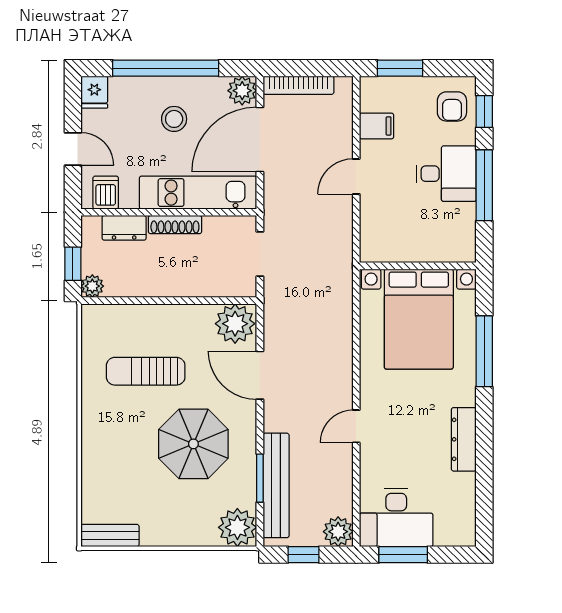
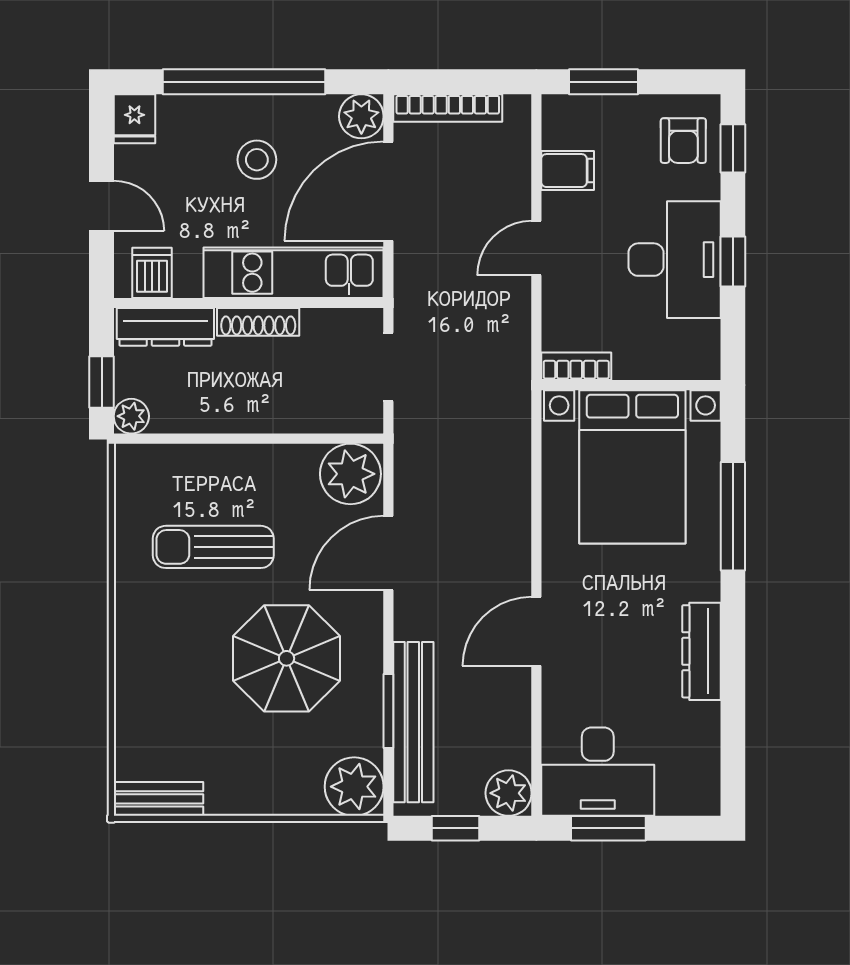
desk: (446, 174) -> (675, 260), width x1.37
window: (484, 185) -> (733, 262), width x0.46
dresser: (124, 228) -> (165, 327), width x1.44
bookcase: (382, 254) -> (576, 366), added
door: (260, 375) -> (388, 553), hinge flipped
door: (356, 426) -> (536, 631), width x1.38

